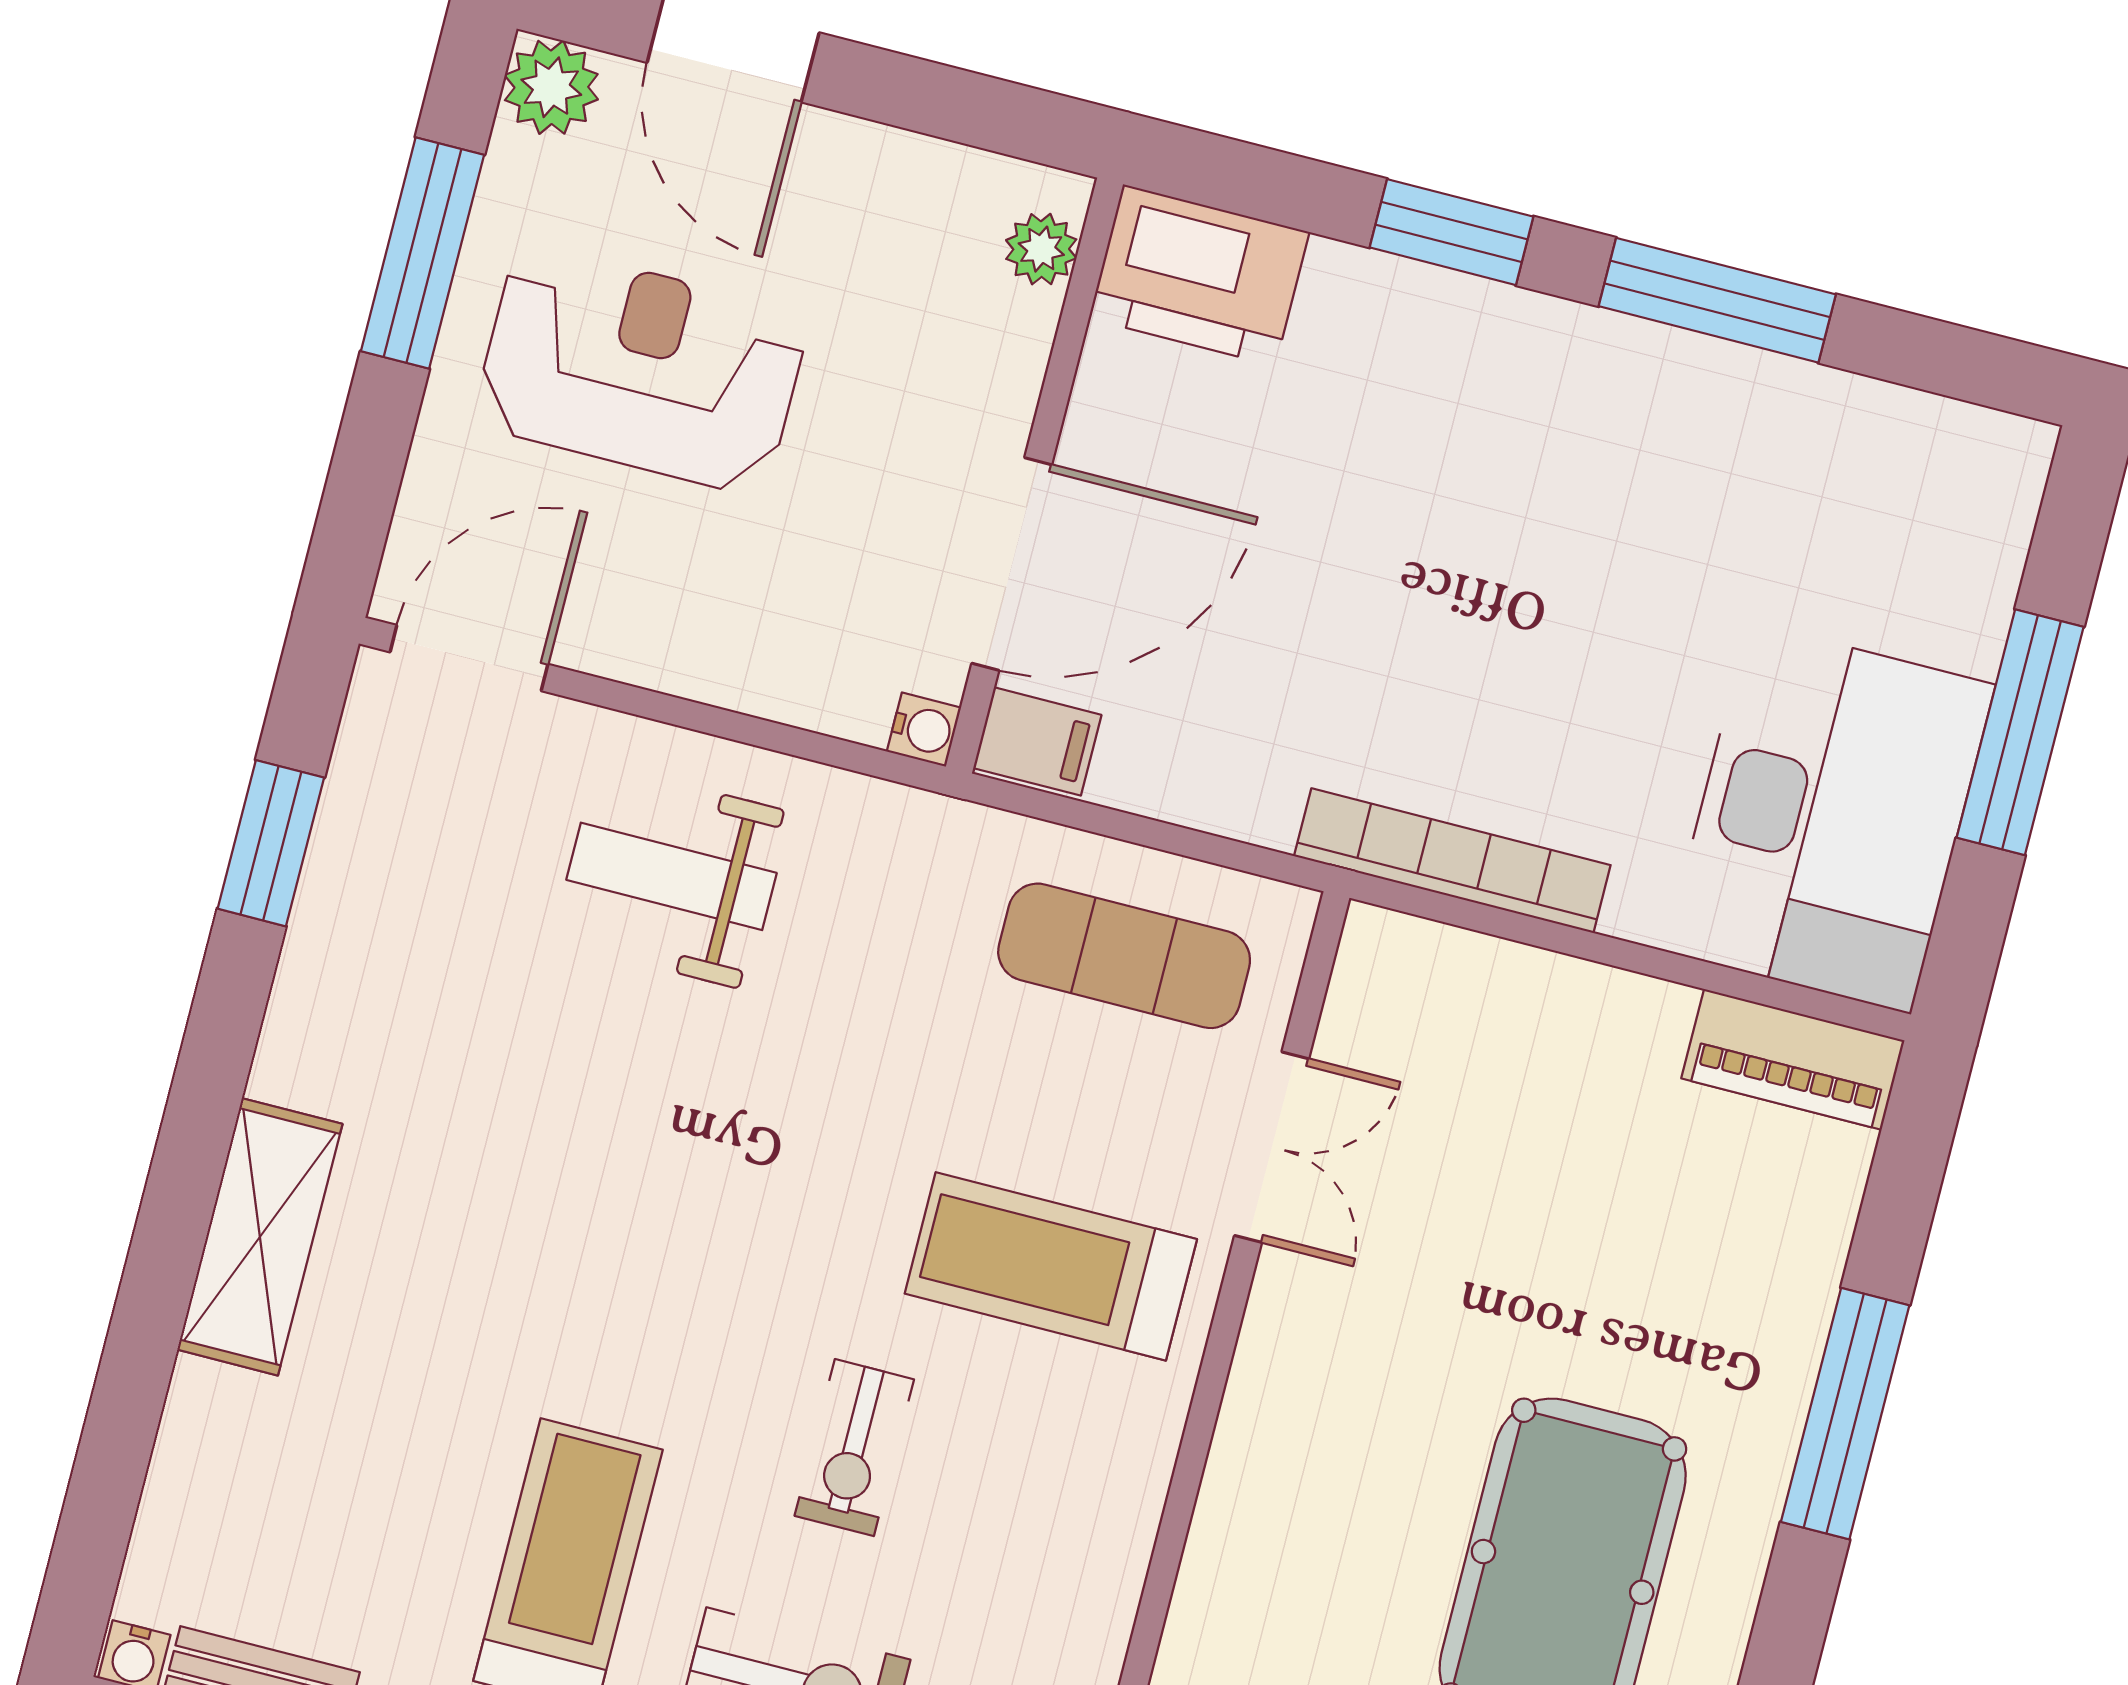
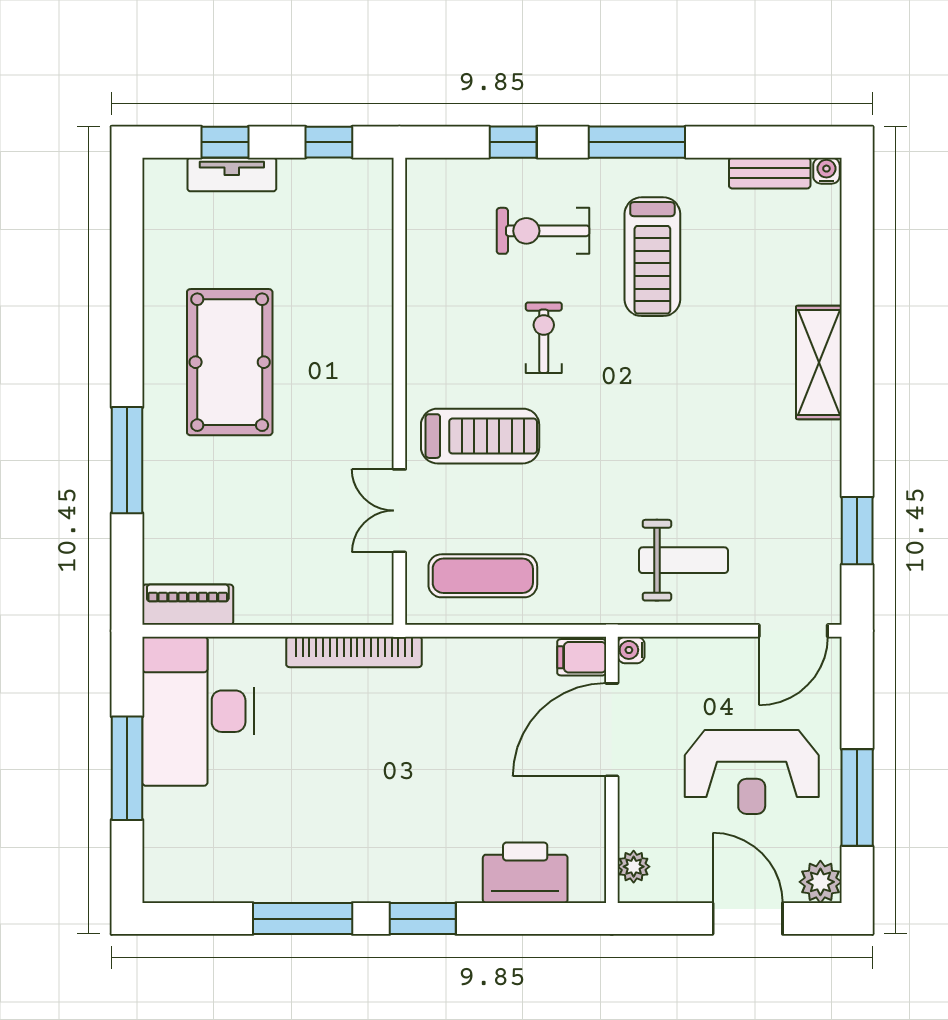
plant: (1041, 249) -> (634, 867), moved
wall: (1034, 475) -> (612, 770), moved
door: (1012, 564) -> (612, 730), moved
water cooler: (924, 730) -> (631, 650), moved
filing cabinet: (1037, 741) -> (582, 657), moved

